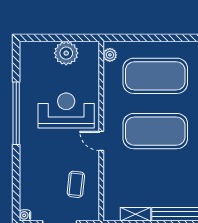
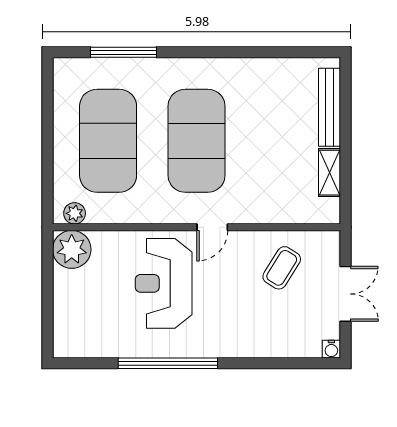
plant: (66, 53) -> (72, 249), moved
coffee table: (76, 184) -> (282, 268), turned -64

